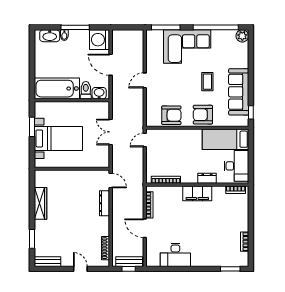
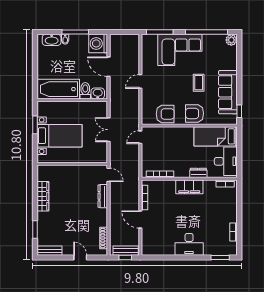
desk: (175, 255) -> (189, 244), moved

